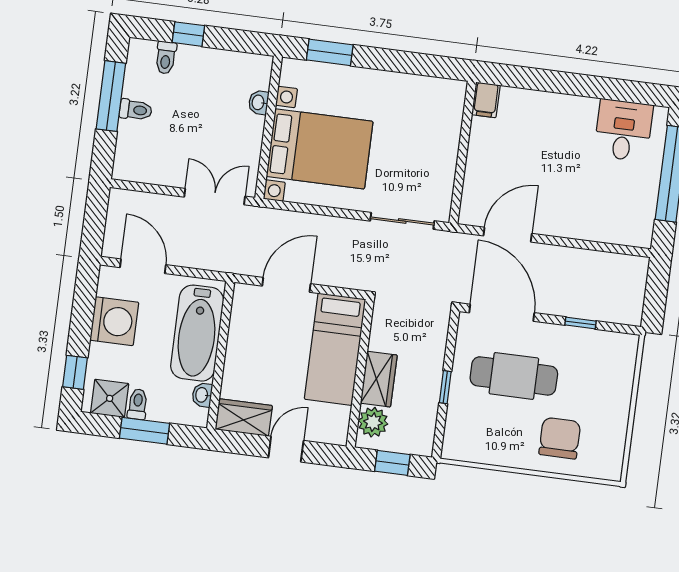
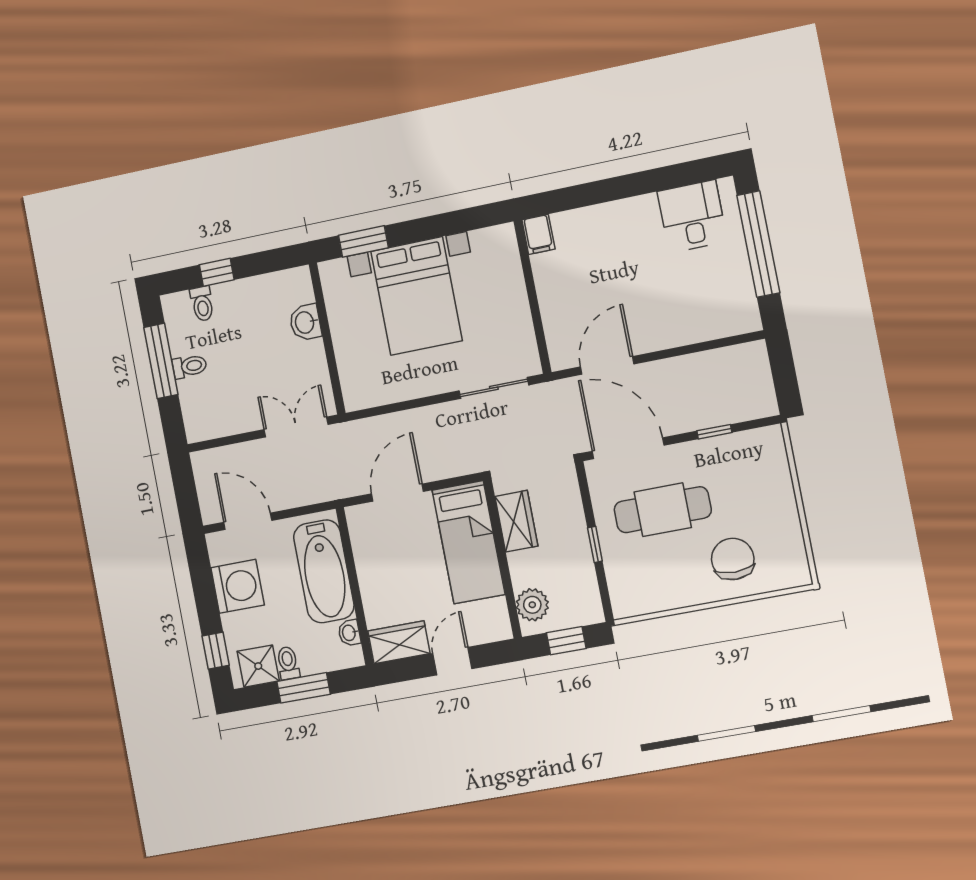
washbasin: (259, 102) -> (305, 322), width x1.38, depth x1.45
bed with nightstands: (320, 149) -> (417, 296), moved, turned 90
wardrobe: (379, 379) -> (516, 521), moved

